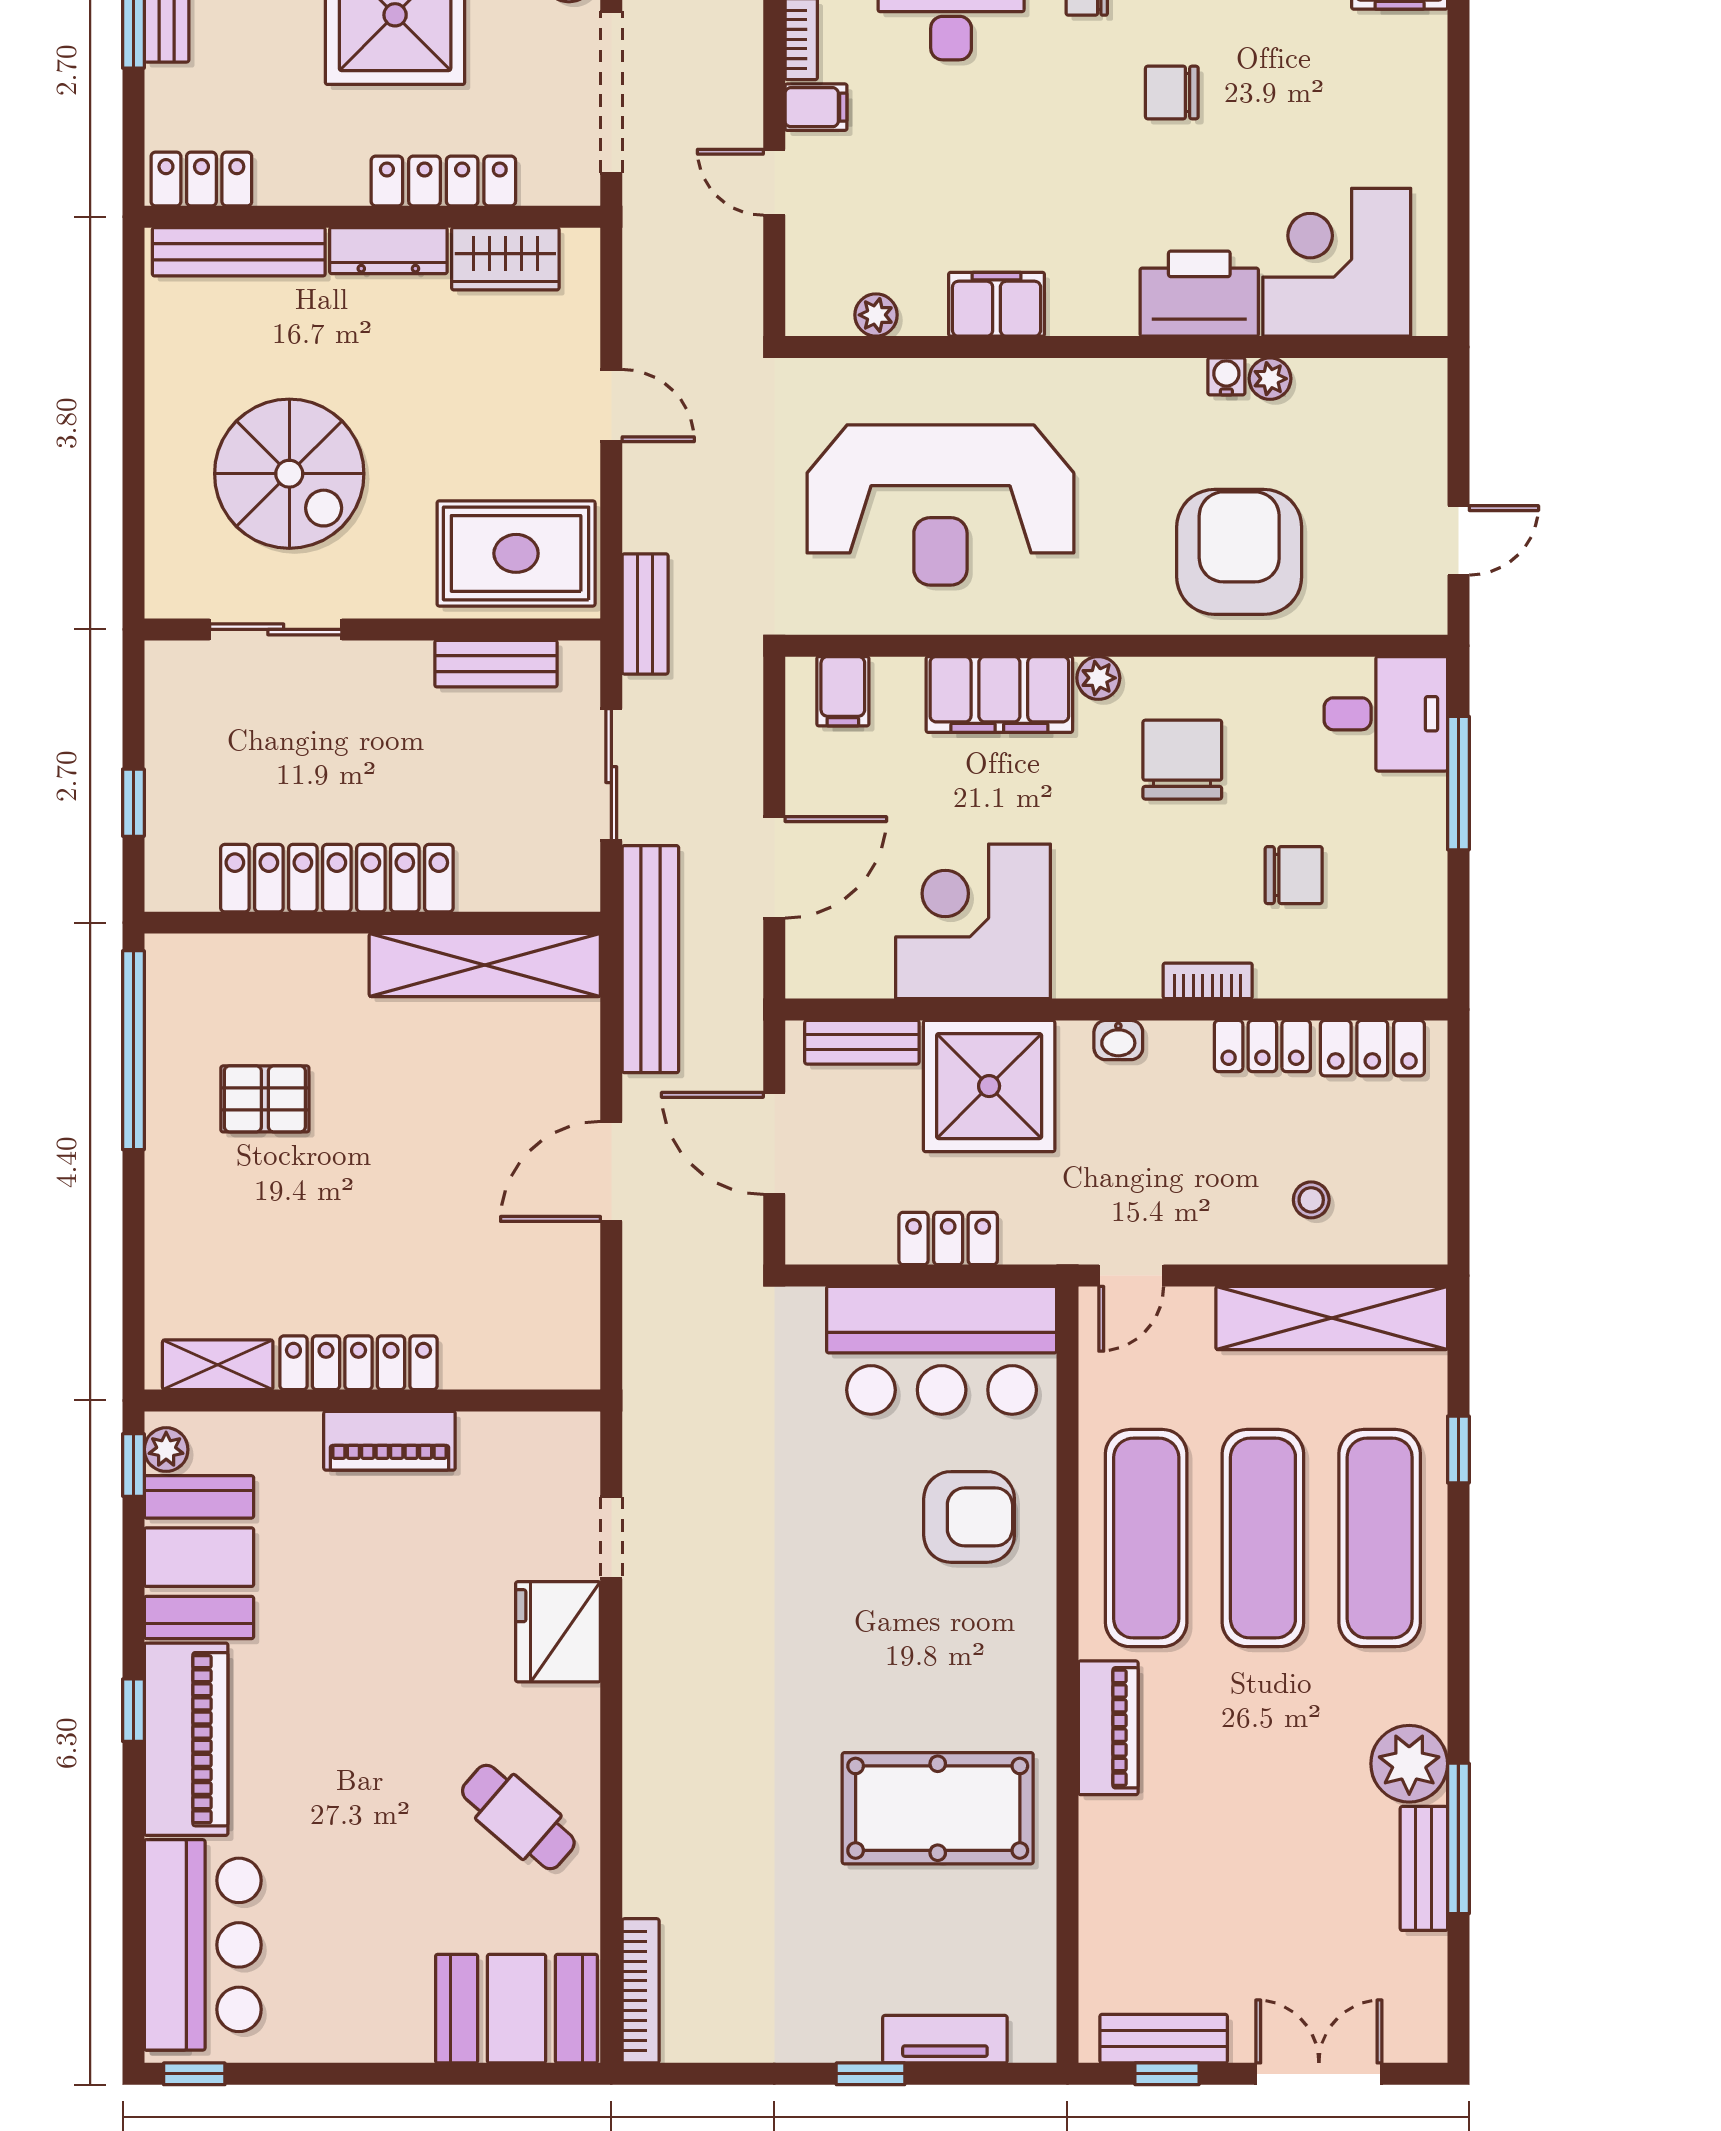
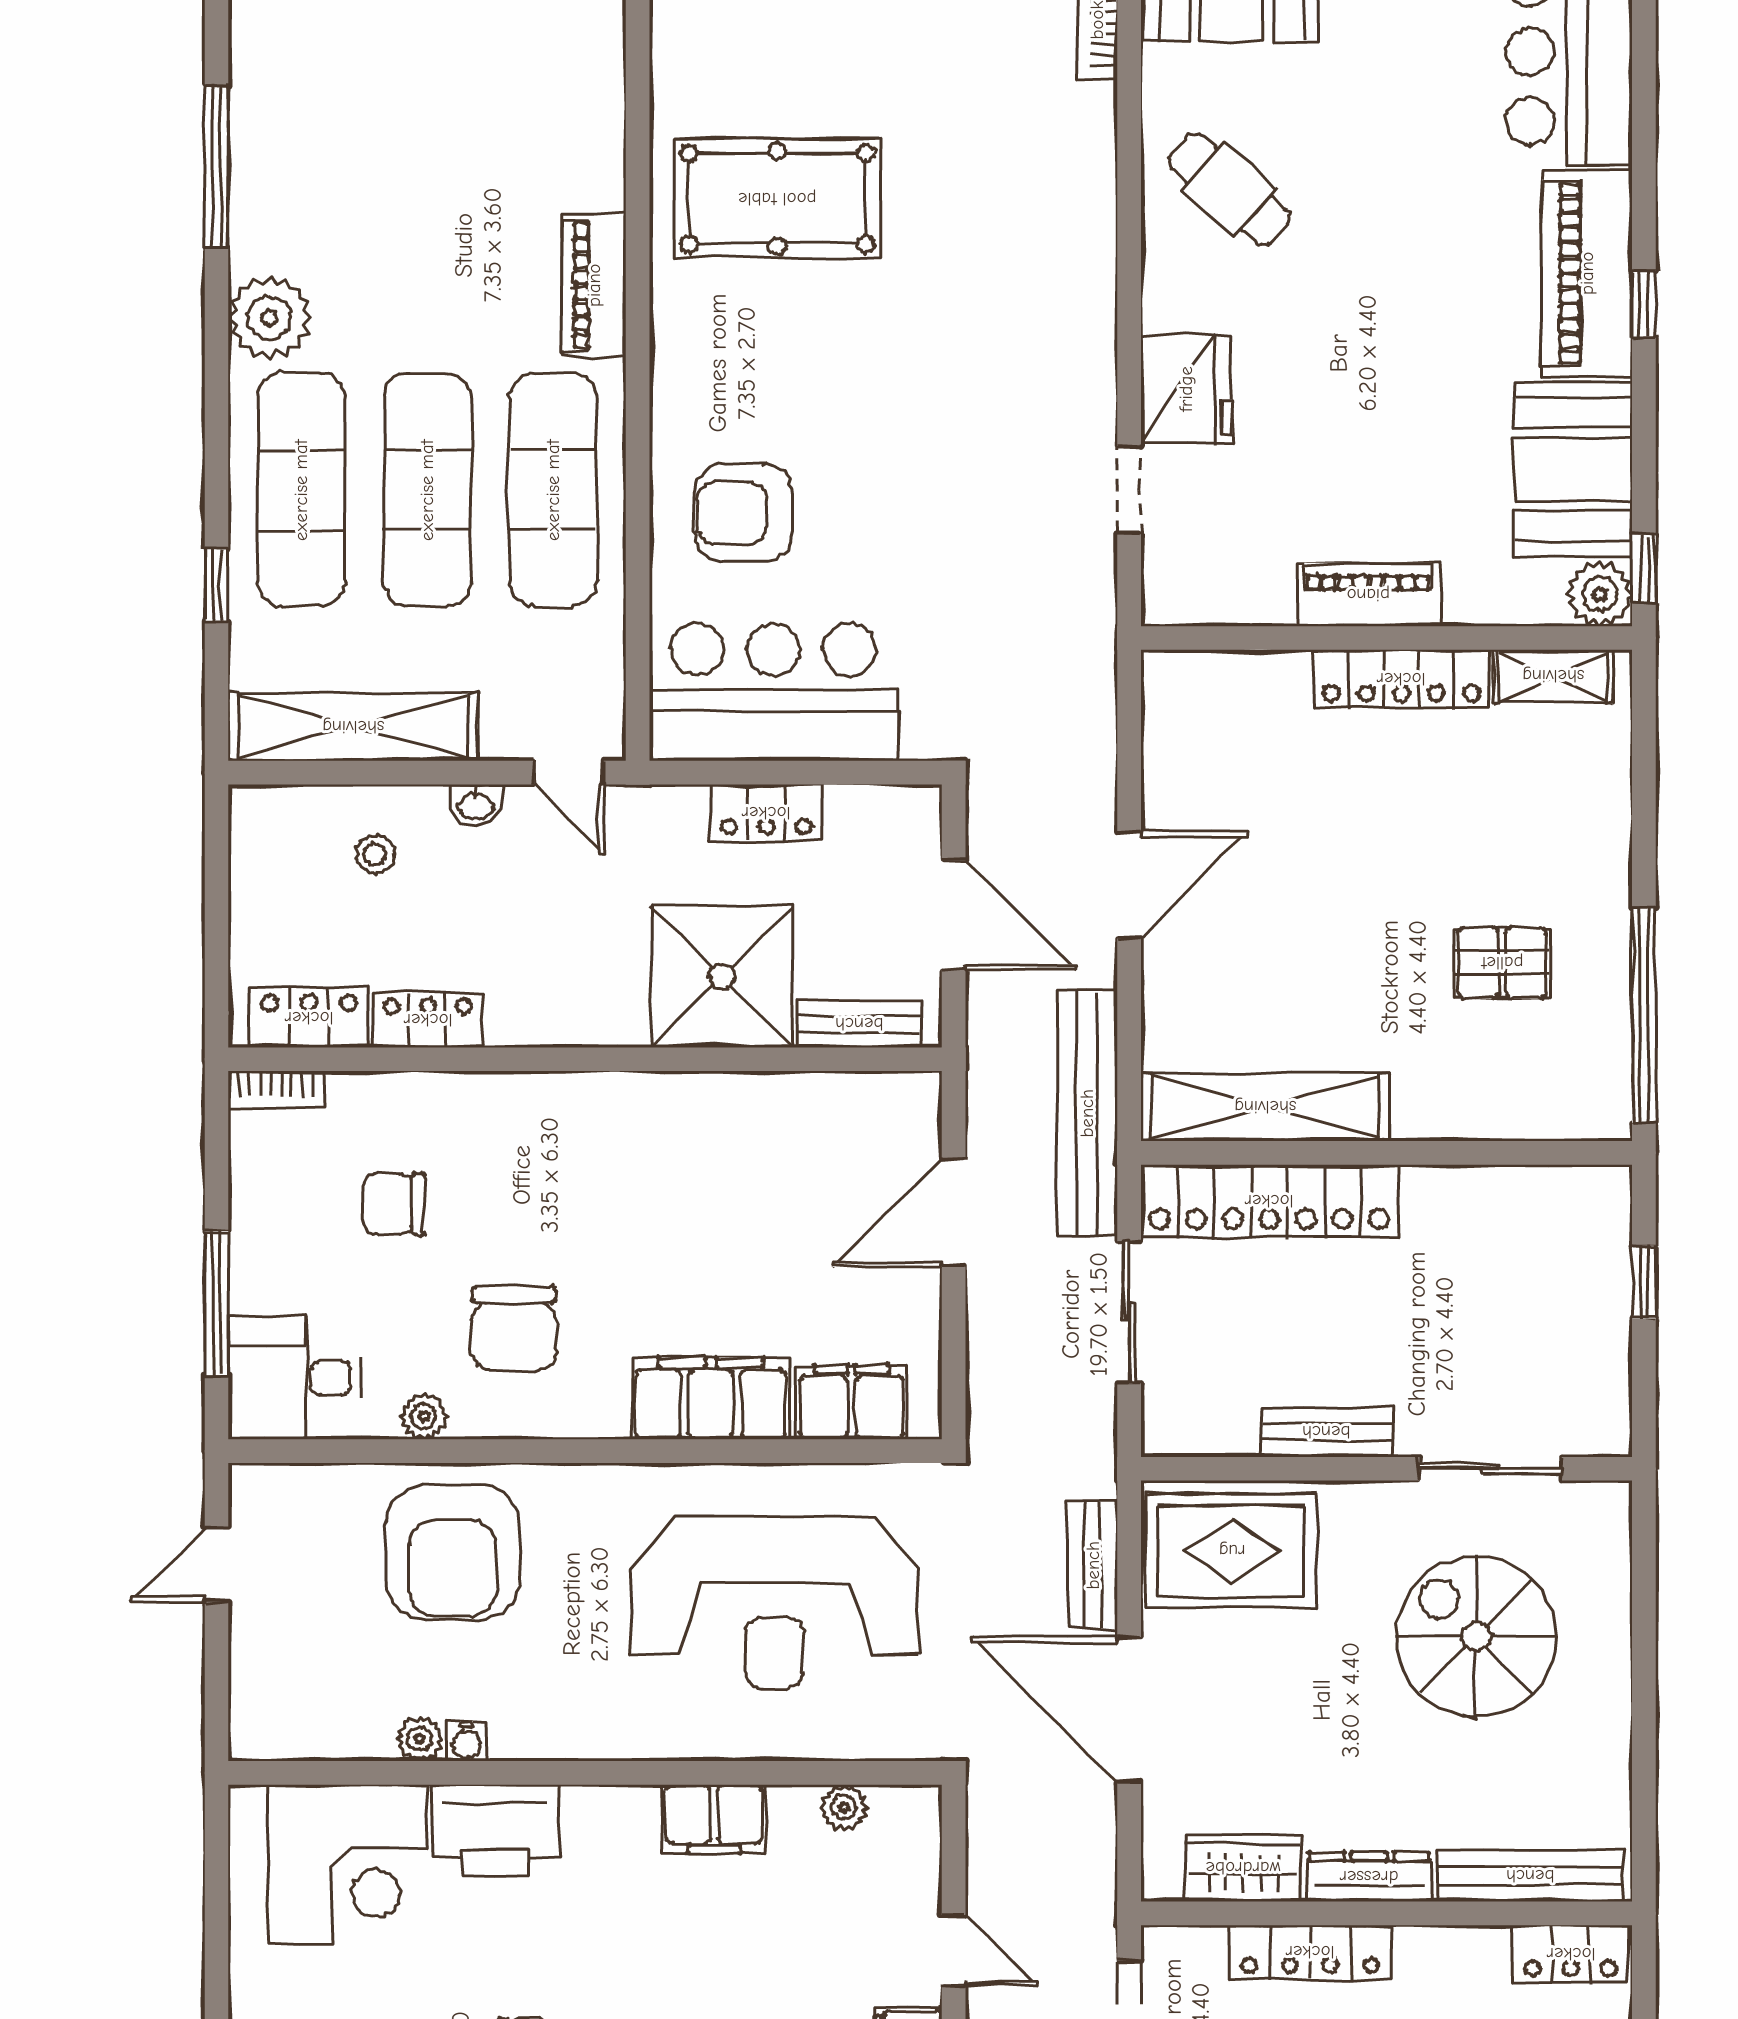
door: (611, 406) -> (1129, 1710), width x1.87
reception desk: (940, 505) -> (774, 1603), turned 180
bench: (645, 614) -> (1093, 1565), moved
bench: (496, 664) -> (1326, 1432), moved
plant: (1098, 678) -> (424, 1416), moved
filing cabinet: (843, 691) -> (852, 1402), width x2.00
locker: (337, 878) -> (1269, 1201), moved
corner desk: (973, 921) -> (739, 1154), removed
bookcase: (1208, 981) -> (276, 1090), moved
washbasin: (1118, 1040) -> (476, 805), moved, turned 180
door: (1131, 1276) -> (569, 773), swing flipped
plant: (166, 1450) -> (1600, 594), width x1.38, depth x1.38
plant: (1409, 1764) -> (270, 318), moved
bench: (1424, 1868) -> (254, 134), removed

